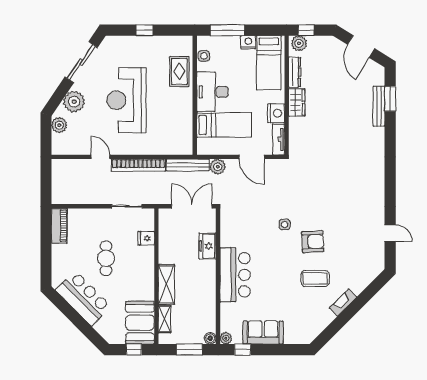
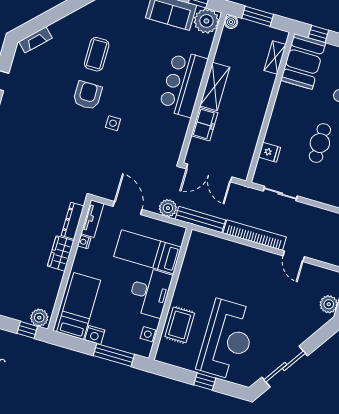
dresser: (295, 72) -> (73, 221), moved
reception desk: (126, 100) -> (227, 340), moved
plant: (74, 102) -> (305, 325), removed
nightstand: (276, 113) -> (84, 242), width x0.53, depth x0.56
armchair: (313, 242) -> (88, 95), turned 93
coffee table: (315, 278) -> (97, 54), turned 90
shelving: (166, 284) -> (215, 87), moved
fireplace: (343, 303) -> (35, 40), moved
plant: (226, 338) -> (206, 21), width x1.87, depth x1.87

